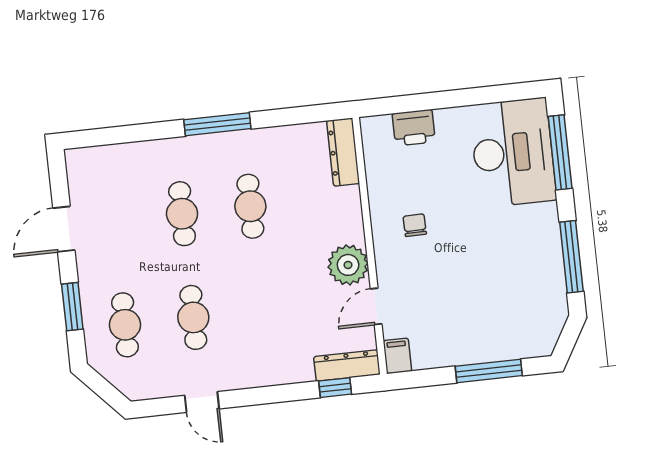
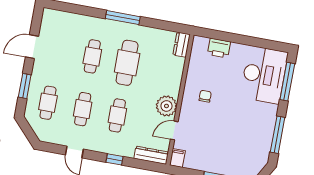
dresser: (343, 152) -> (182, 45), width x0.70
cafe table: (250, 206) -> (127, 63), width x1.37, depth x1.35
cafe table: (262, 310) -> (117, 115), added
window: (335, 388) -> (115, 159), moved

